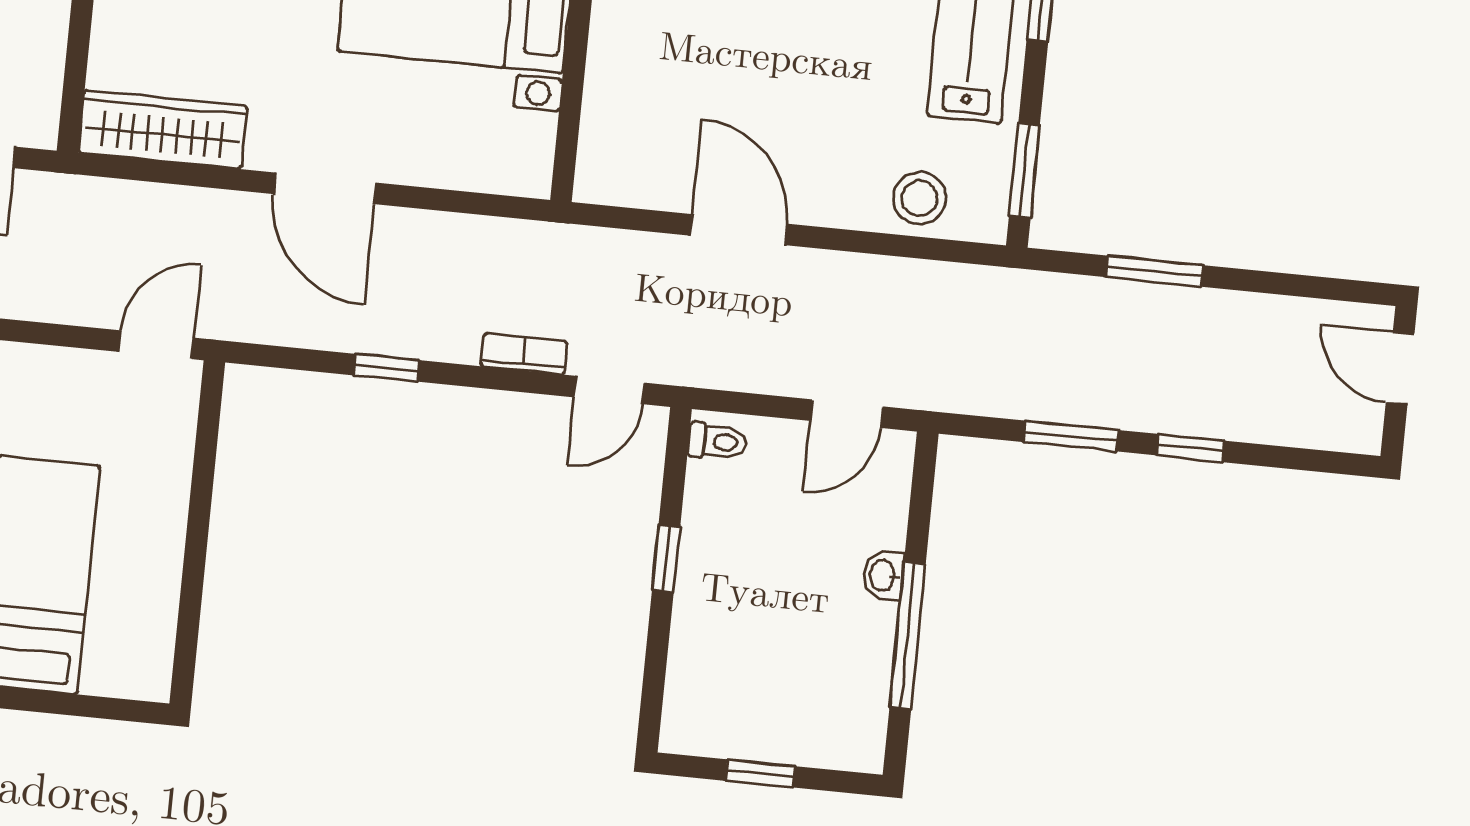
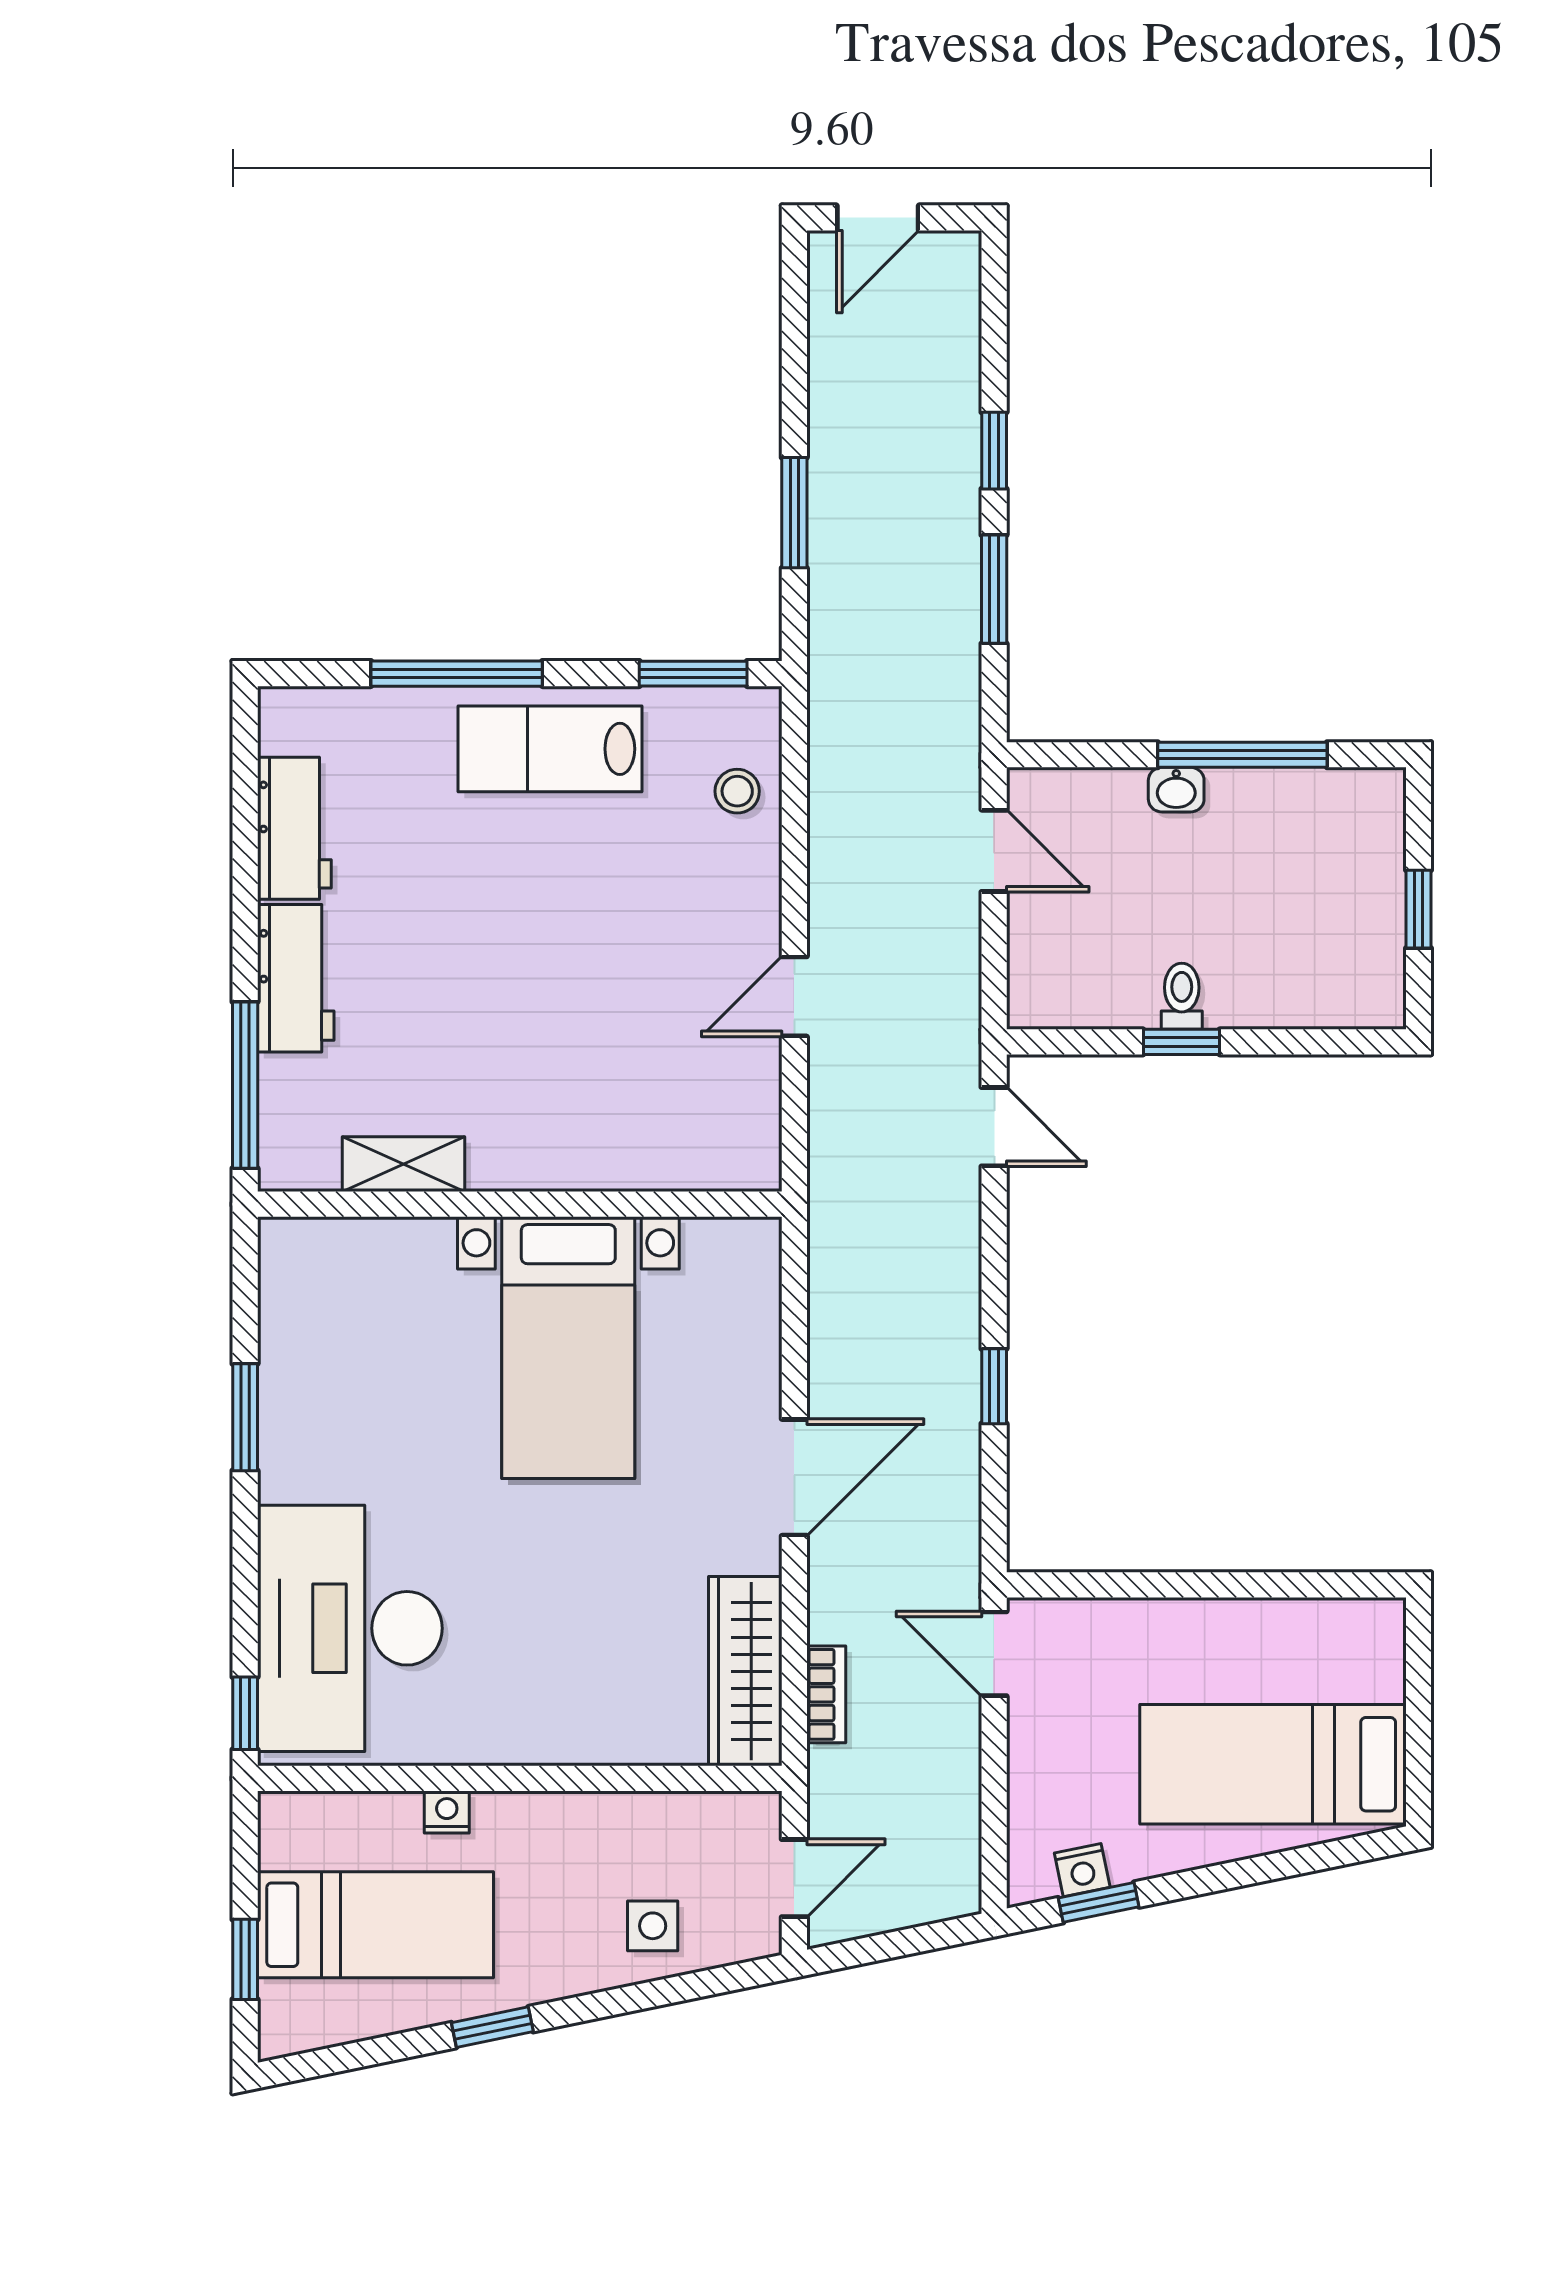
stool: (920, 198) -> (737, 791), width x0.73, depth x0.73
door: (738, 230) -> (794, 996), width x0.73
bookcase: (524, 354) -> (826, 1694), moved, turned 180
toilet: (717, 442) -> (1182, 996), moved

